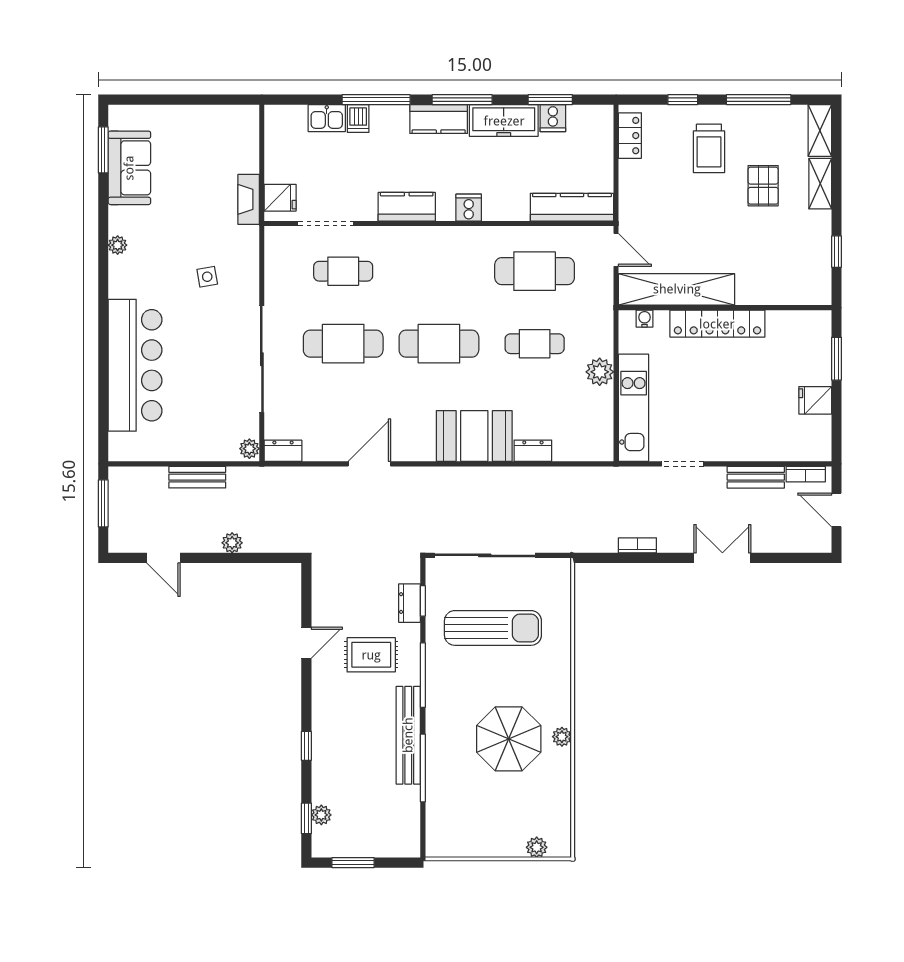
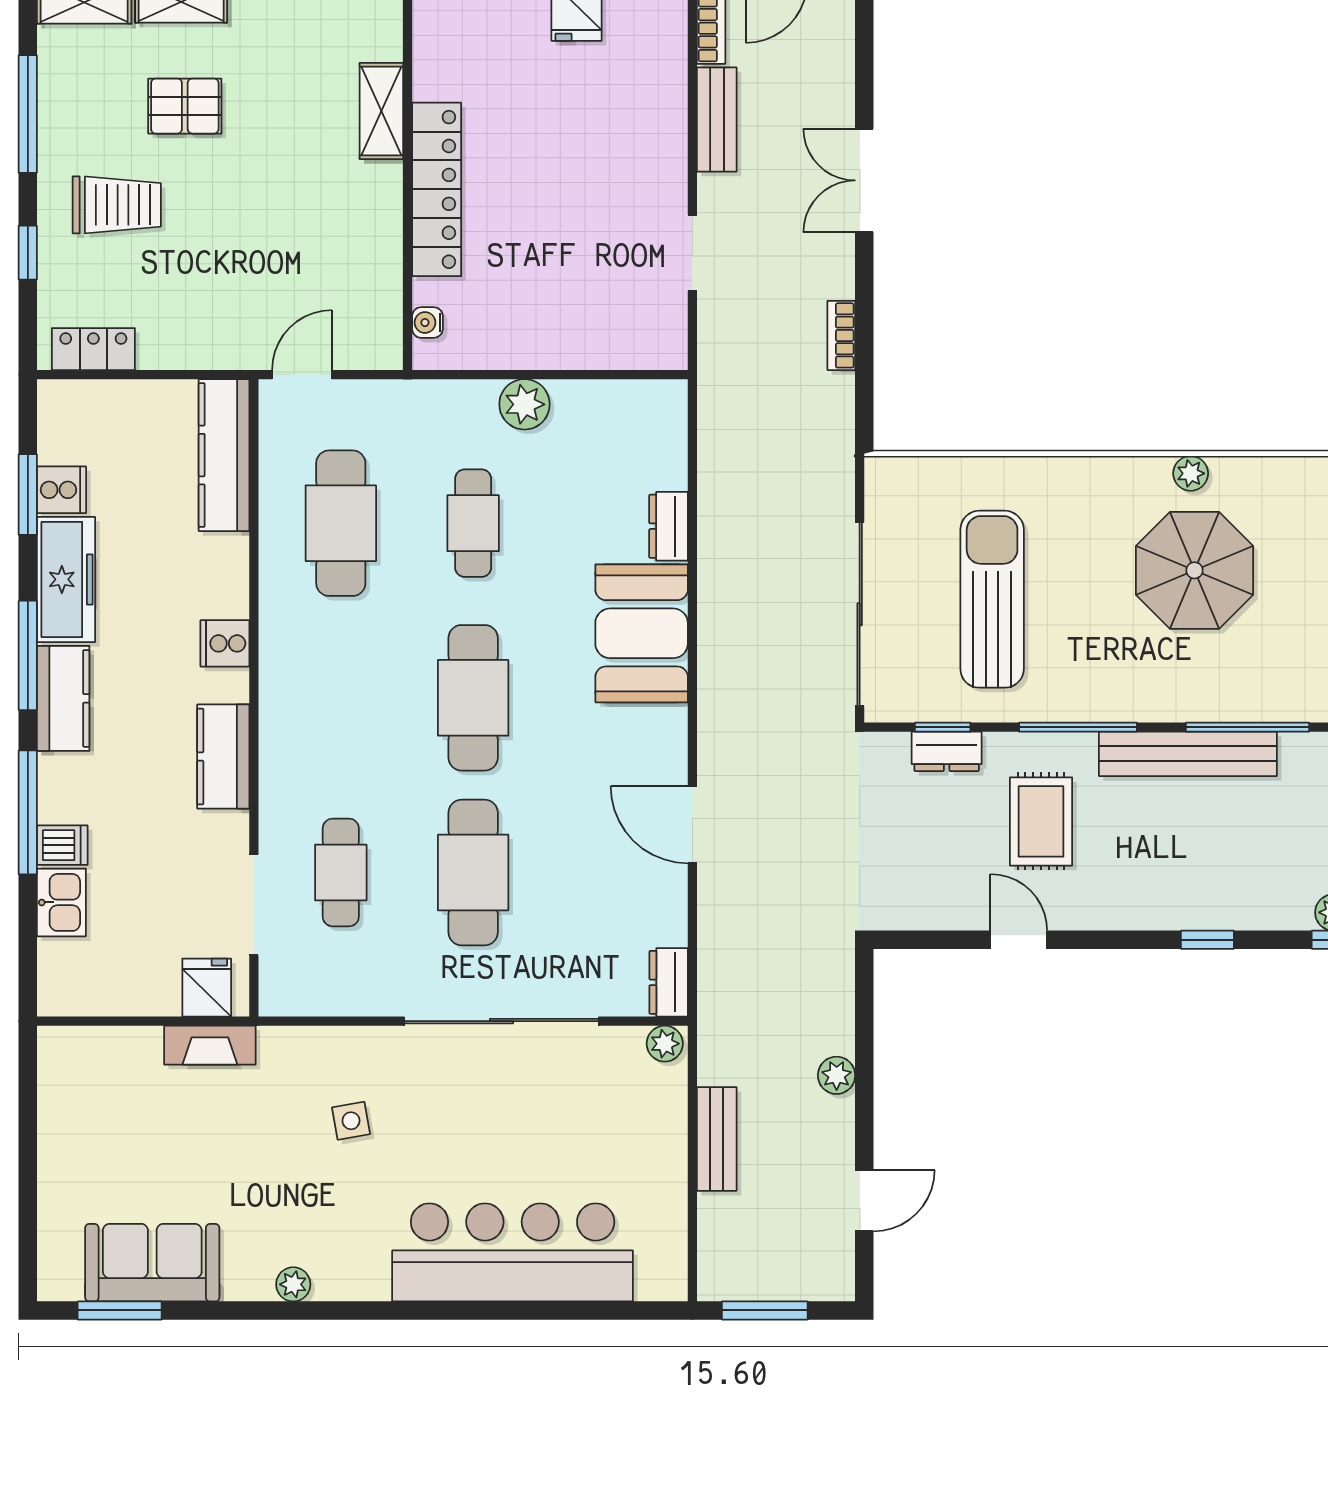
shelving: (677, 289) -> (381, 111), moved, width x0.45, depth x0.75
kitchen unit: (634, 408) -> (590, 342), removed

